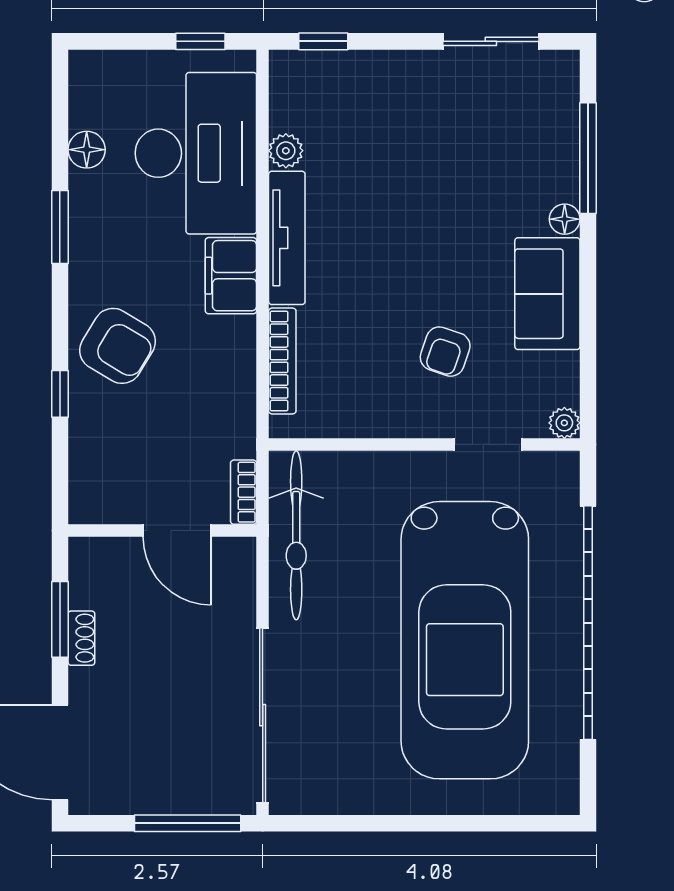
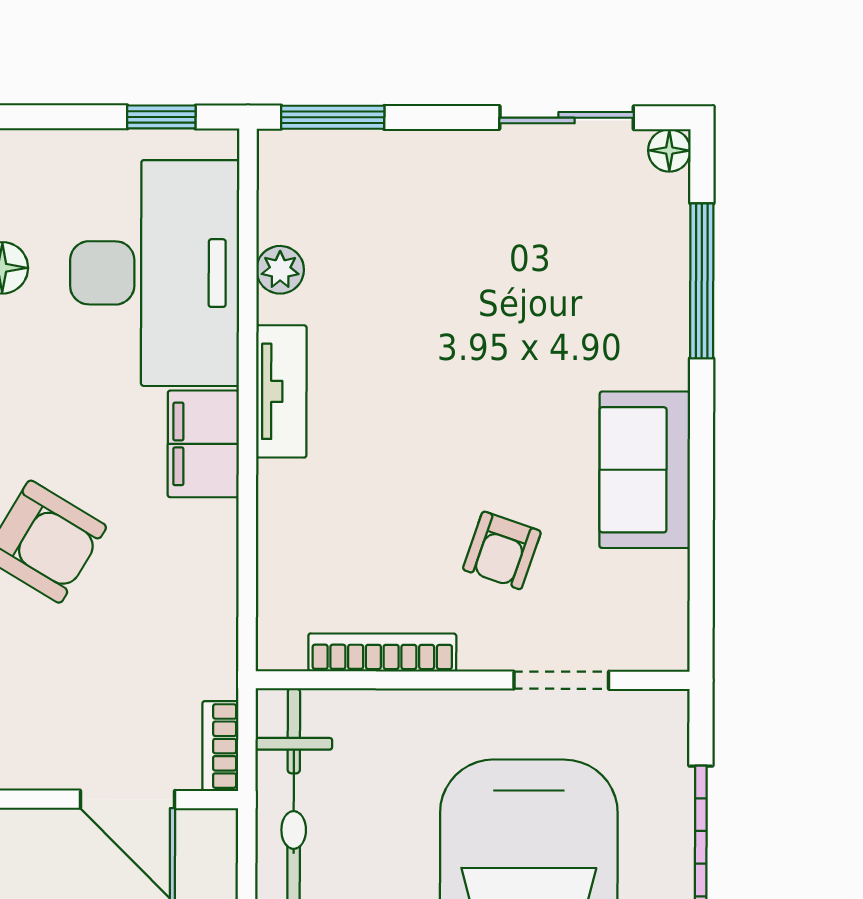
window: (323, 41) -> (333, 117), width x1.50
floor lamp: (565, 219) -> (669, 150), moved
tv unit: (287, 238) -> (281, 391), width x0.71
bookcase: (282, 361) -> (382, 652), moved, turned -90
plant: (564, 423) -> (668, 650), removed

